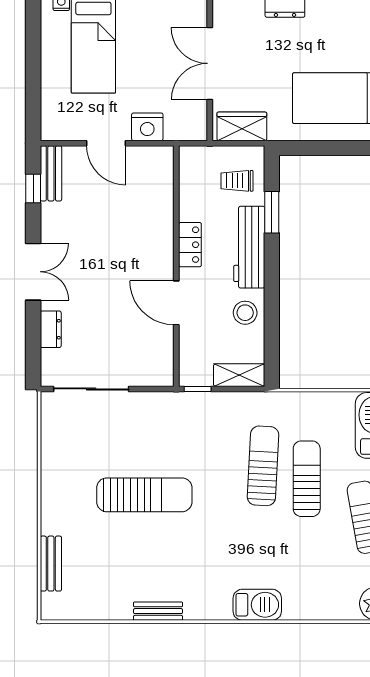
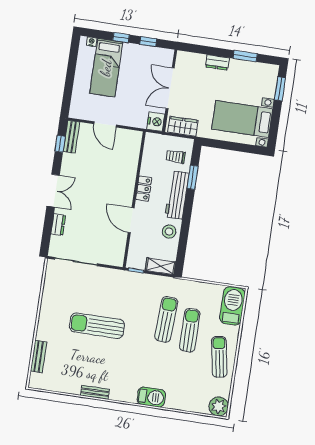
nightstand: (147, 127) -> (156, 122), moved, turned -90
sun lounger: (144, 495) -> (97, 326), turned 180

